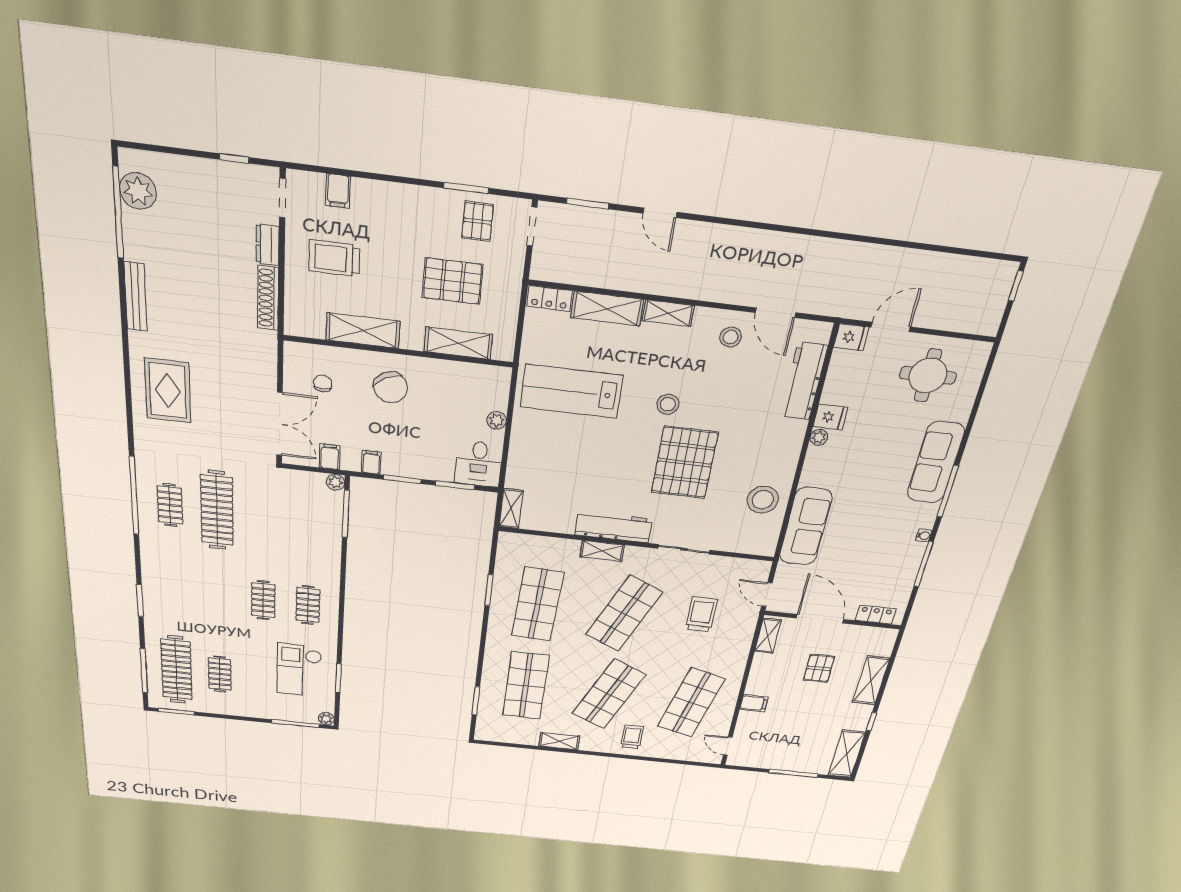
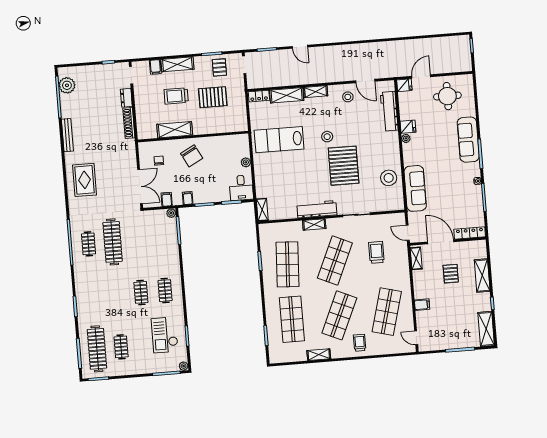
trolley: (334, 258) -> (176, 96), moved
shelving: (458, 343) -> (177, 64), moved
locker: (876, 615) -> (470, 233), width x1.53

